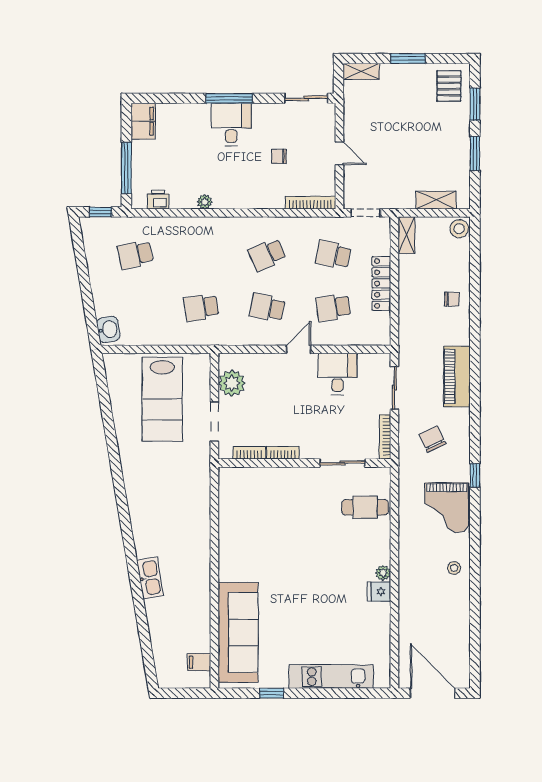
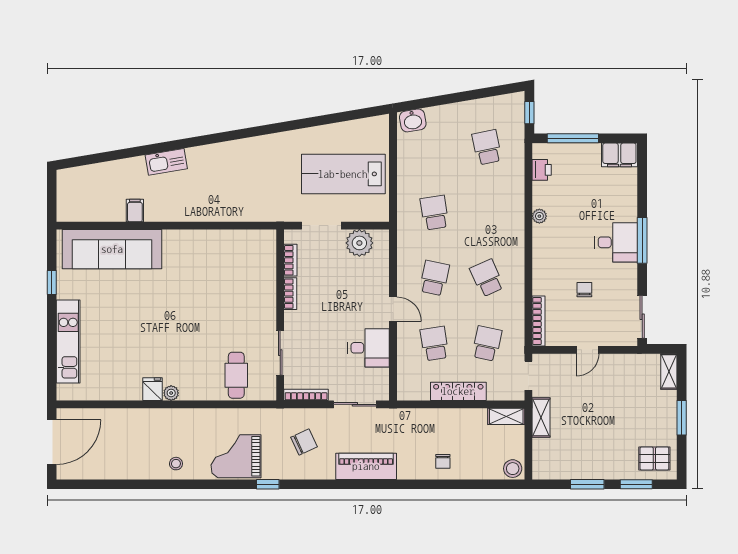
shelving: (436, 200) -> (541, 417), moved
filing cabinet: (199, 662) -> (135, 210), moved

